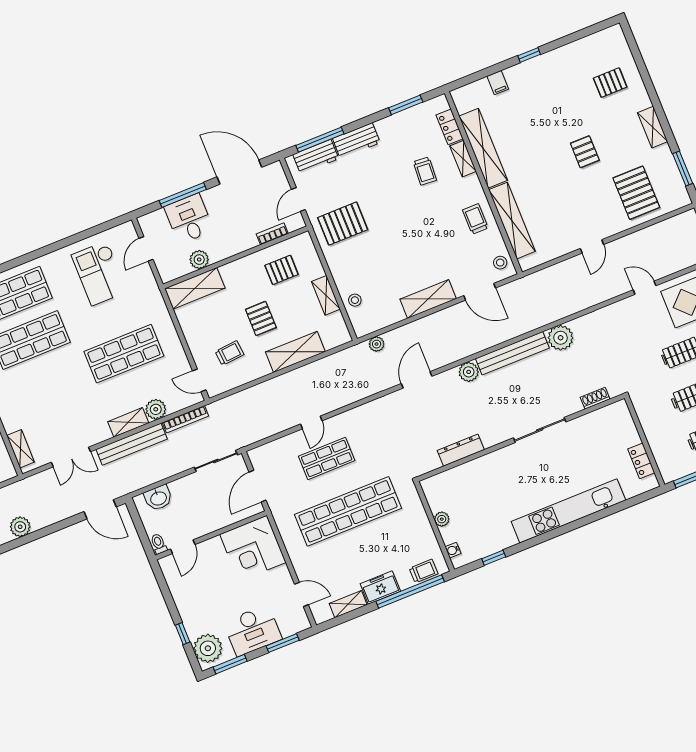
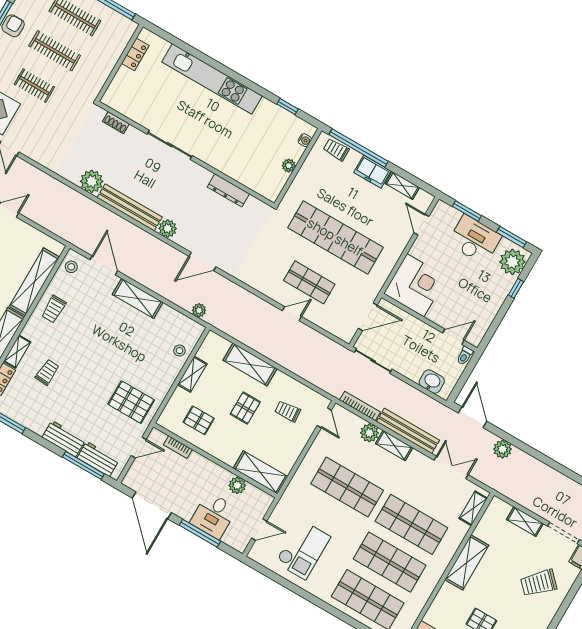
shop shelf: (48, 384) -> (411, 524), added
plant: (20, 527) -> (503, 449), moved

